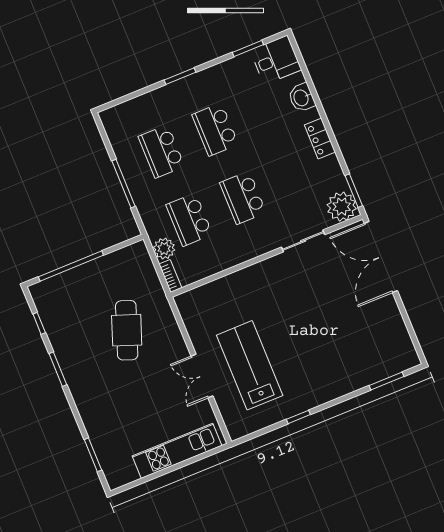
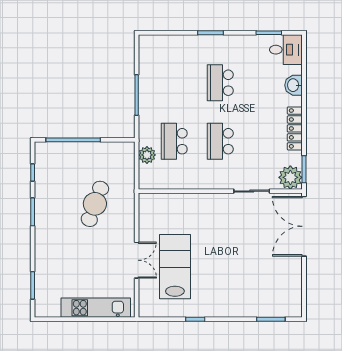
locker: (320, 138) -> (295, 128), width x1.53
school desk: (161, 151) -> (174, 83), removed
bookcase: (170, 276) -> (143, 177), removed
double door: (202, 376) -> (137, 260), swing flipped

